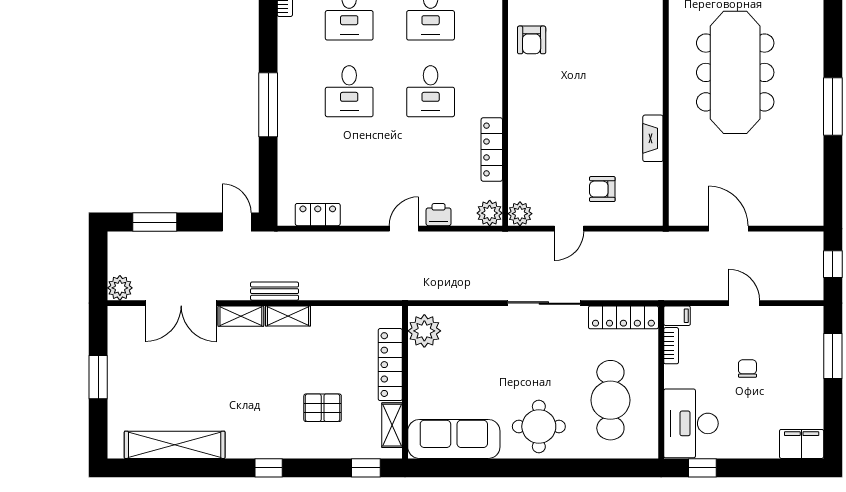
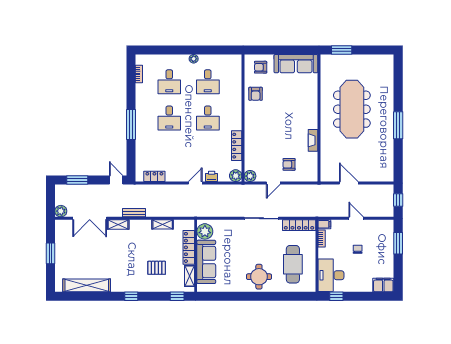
shelving: (288, 316) -> (163, 224), moved
sofa: (454, 439) -> (206, 262), moved, turned 90

